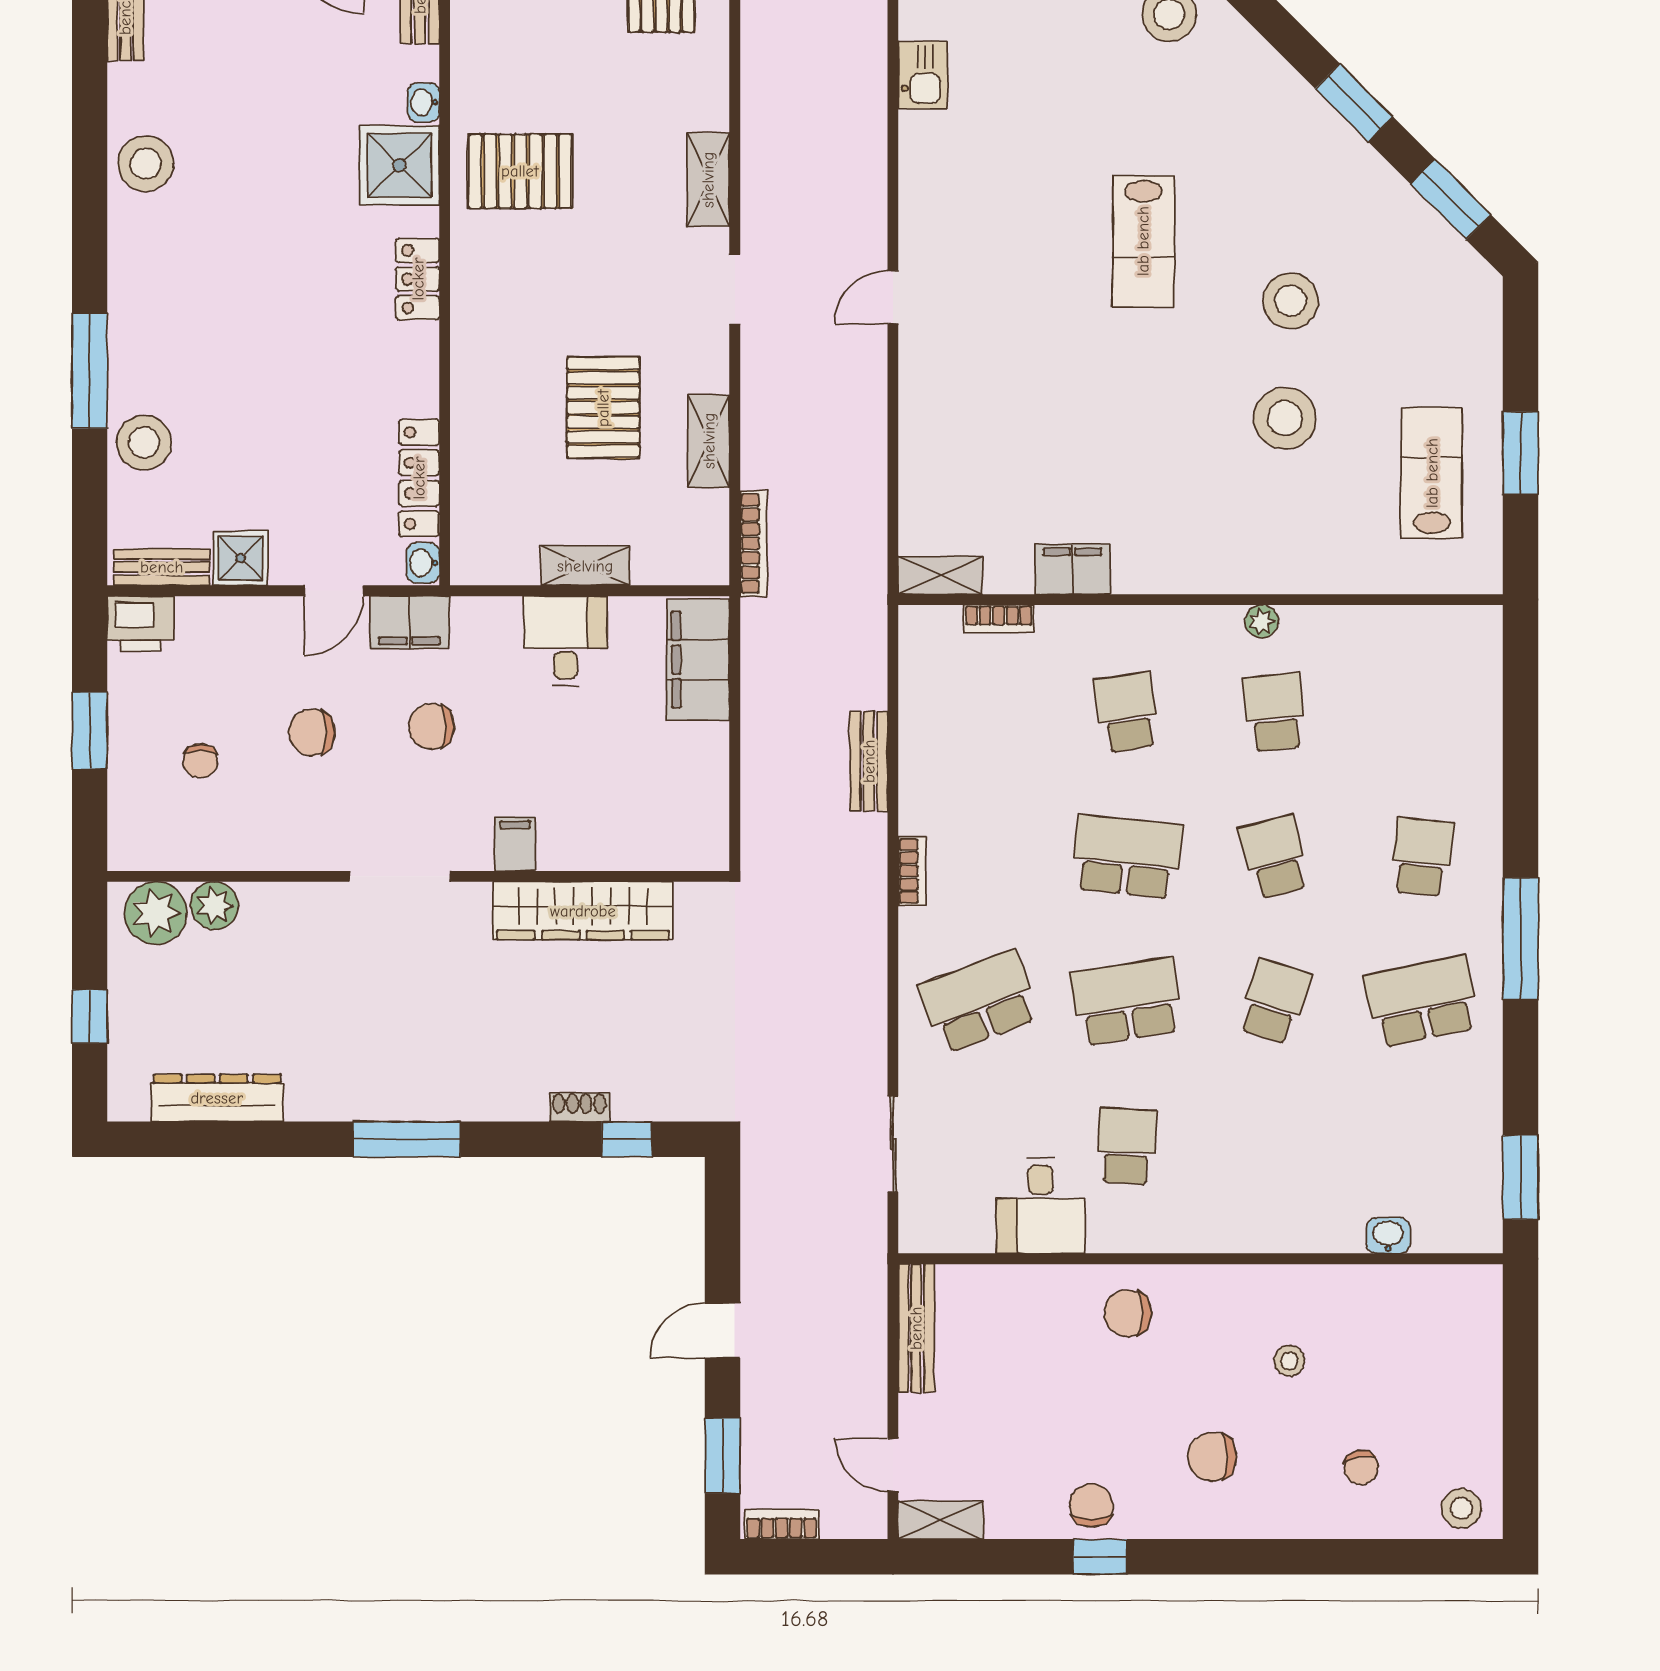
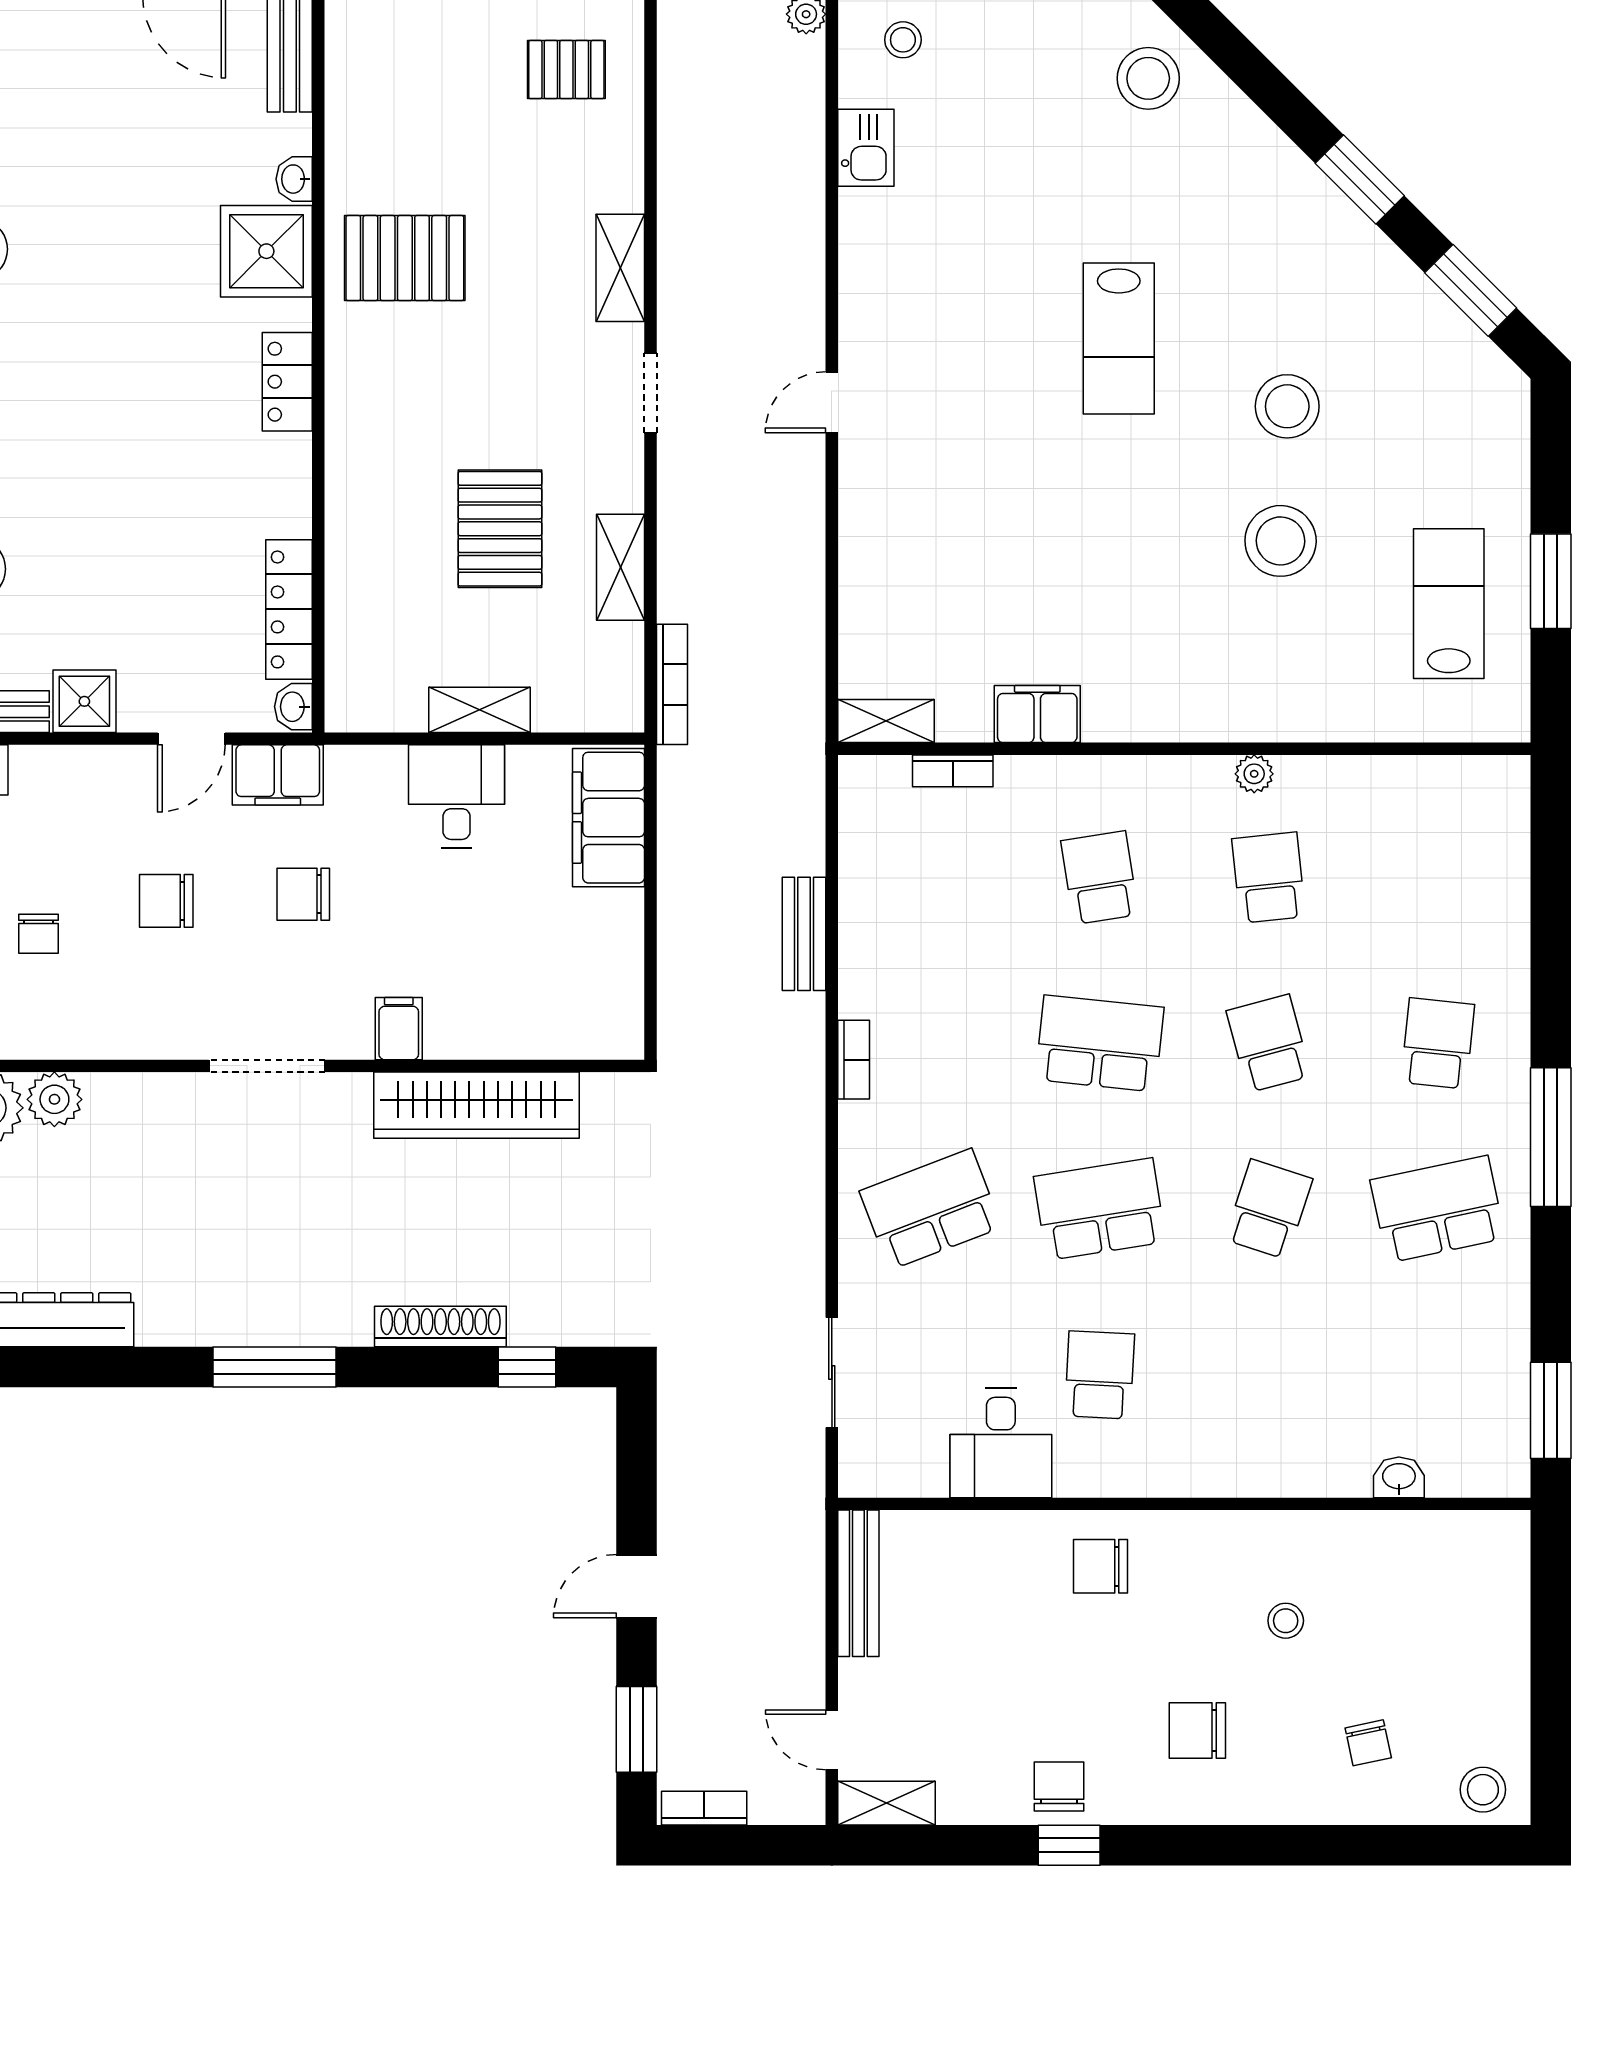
shoe rack: (579, 1107) -> (440, 1326), width x1.94, depth x1.24

